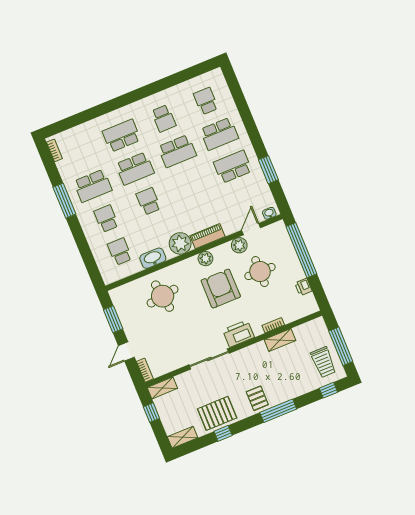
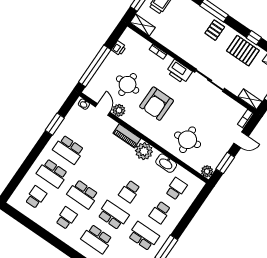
school desk: (206, 101) -> (36, 197), turned 180
school desk: (219, 134) -> (52, 173), turned 180
school desk: (177, 151) -> (83, 194), turned 180
door: (251, 229) -> (103, 109), swing flipped
school desk: (120, 251) -> (176, 189), turned 180
plant: (205, 259) -> (207, 171), moved
shelving: (280, 340) -> (143, 25), moved

